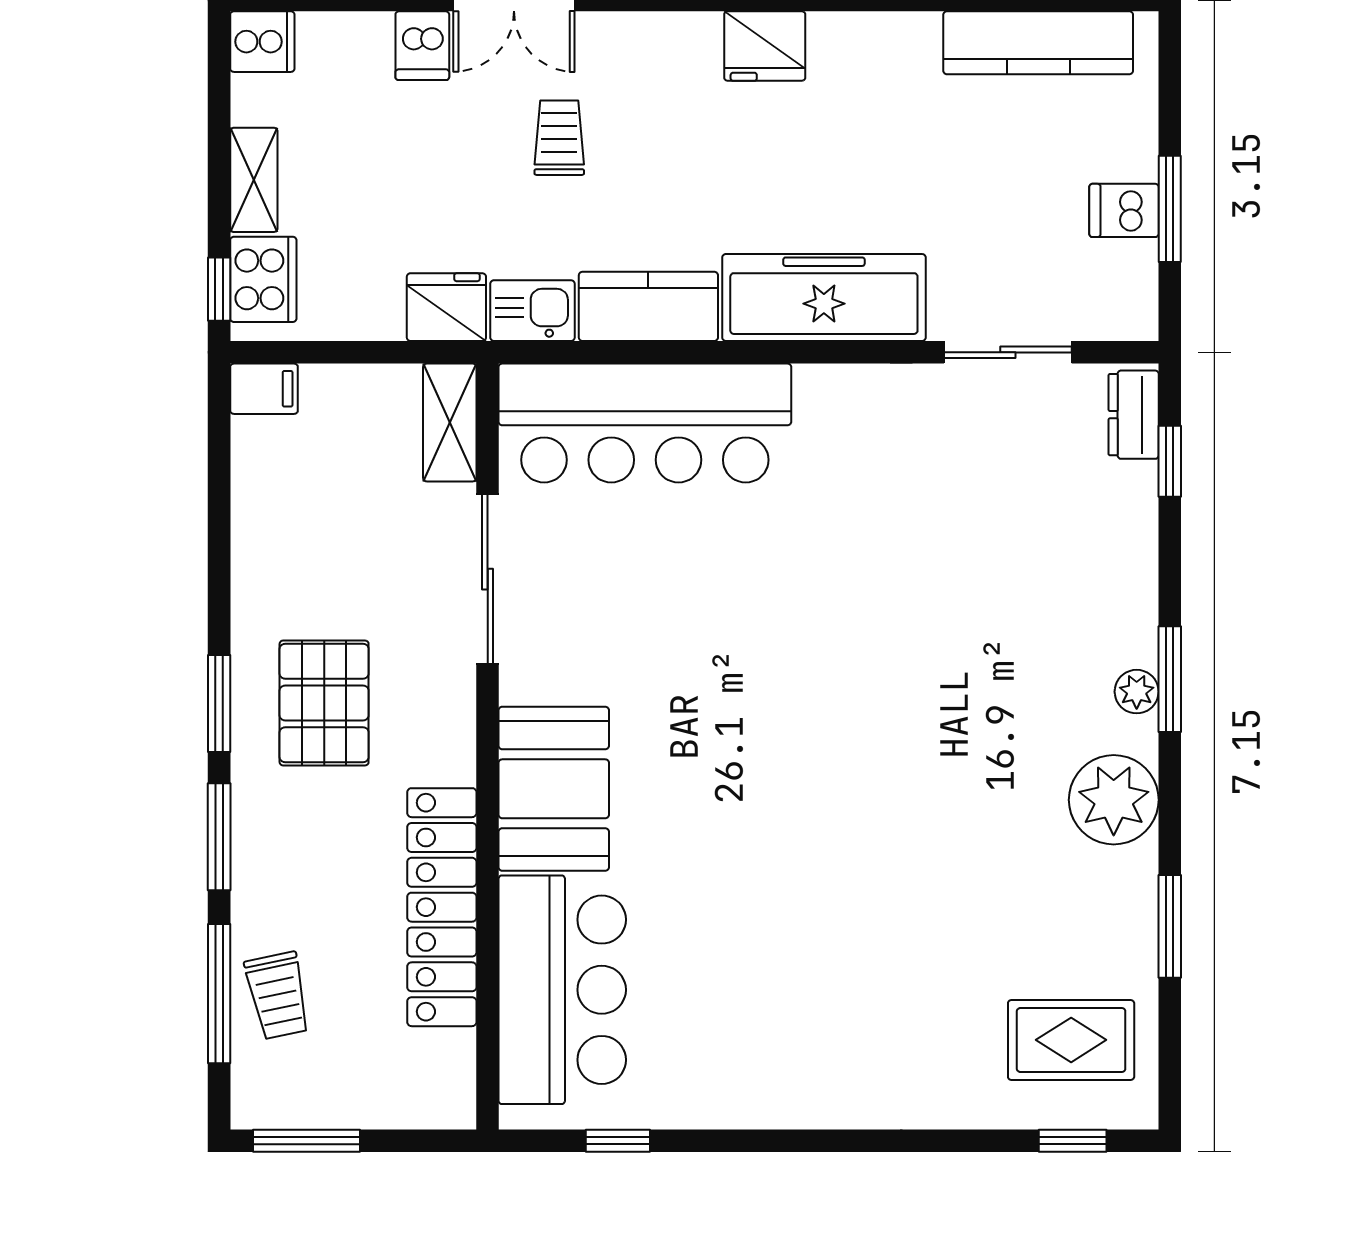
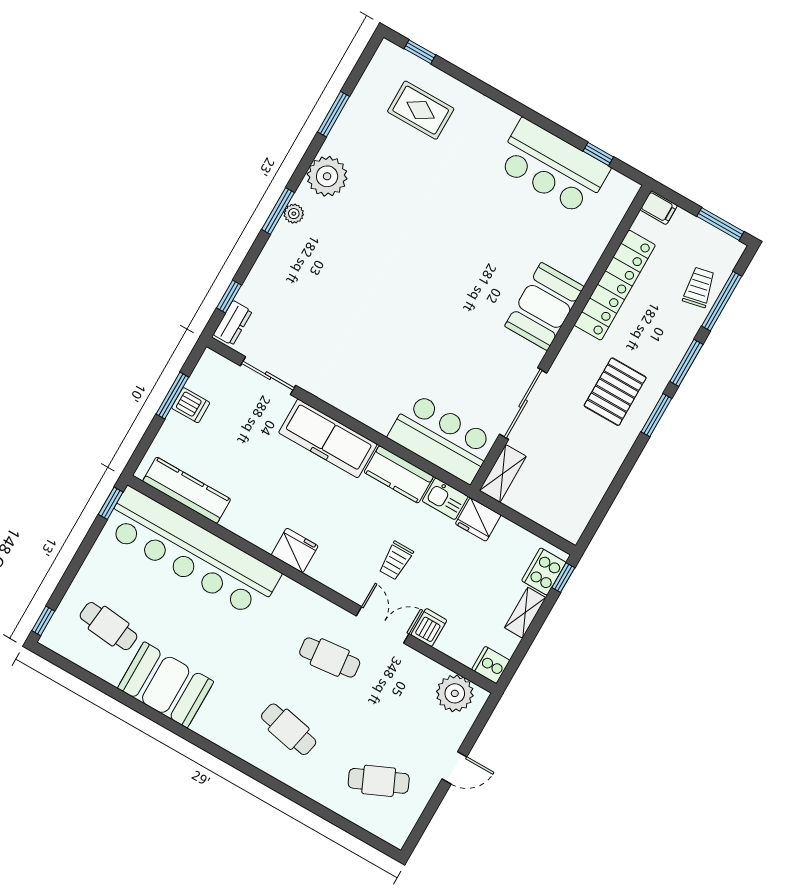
filing cabinet: (264, 389) -> (659, 208), moved, turned 180
bar counter: (645, 423) -> (442, 438), width x0.73
bar counter: (562, 990) -> (553, 167), moved, turned -90
rug: (1071, 1040) -> (421, 110), moved

